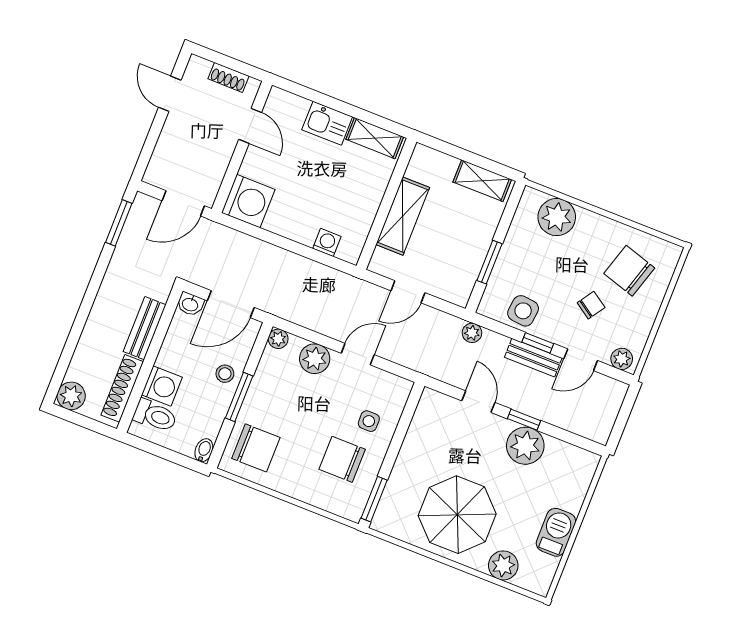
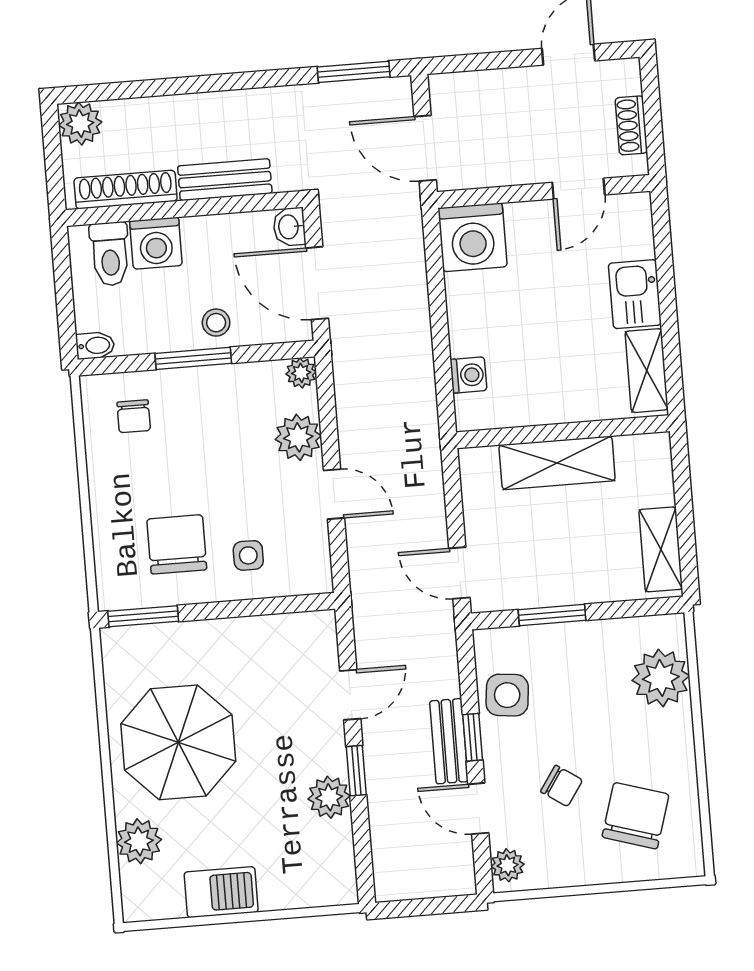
door: (408, 292) -> (459, 573), moved
plant: (472, 333) -> (442, 639), removed
plant: (525, 446) -> (329, 797), width x0.73, depth x0.73
chair: (256, 448) -> (134, 416), width x0.54, depth x0.54

